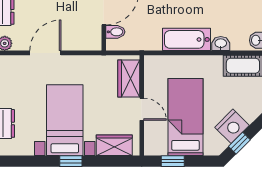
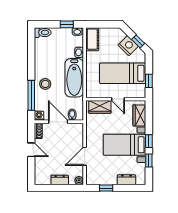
bathtub: (187, 39) -> (74, 78), width x1.36, depth x1.36
door: (45, 53) -> (85, 156), hinge flipped
door: (142, 109) -> (118, 99), swing flipped
window: (38, 161) -> (149, 161), added

